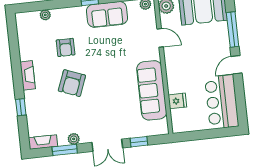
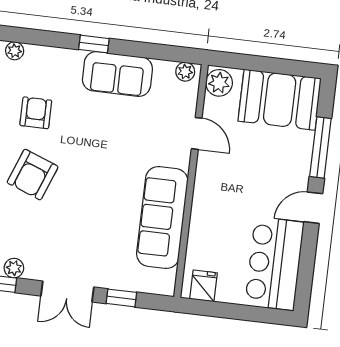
armchair: (66, 47) -> (36, 113), turned 180
fridge: (177, 101) -> (203, 286), moved, turned -90

